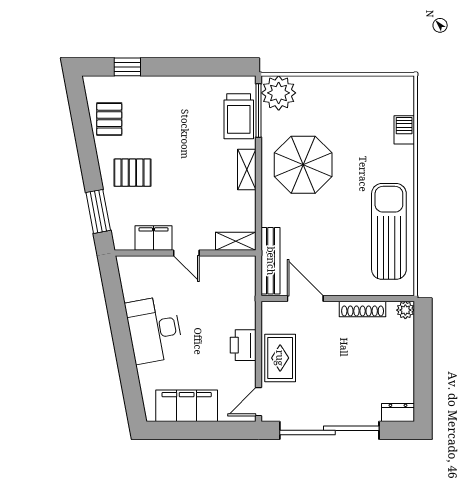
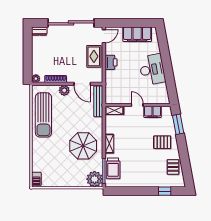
trolley: (239, 116) -> (113, 168), turned 180
barbecue: (404, 130) -> (36, 179), moved
plant: (344, 285) -> (64, 90), added

